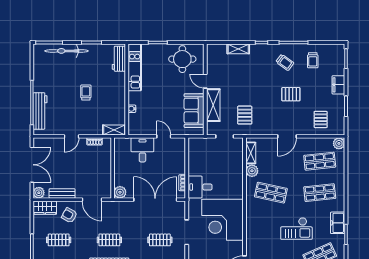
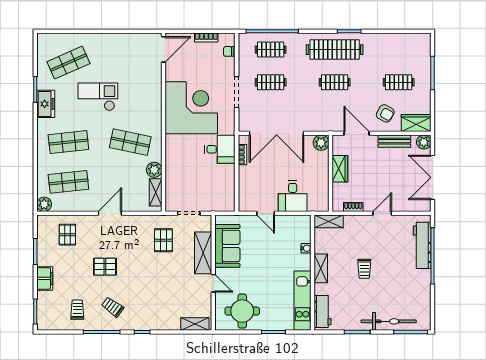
shelving: (238, 49) -> (195, 324), moved
shelving: (120, 93) -> (321, 268), added
wardrobe: (105, 172) -> (340, 169), added

